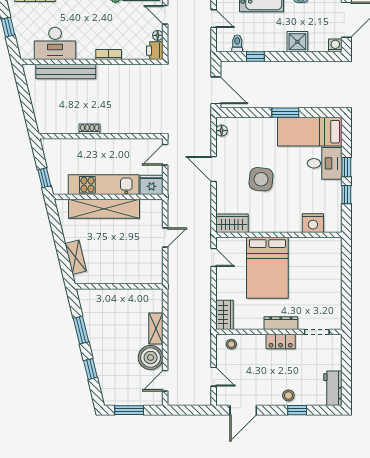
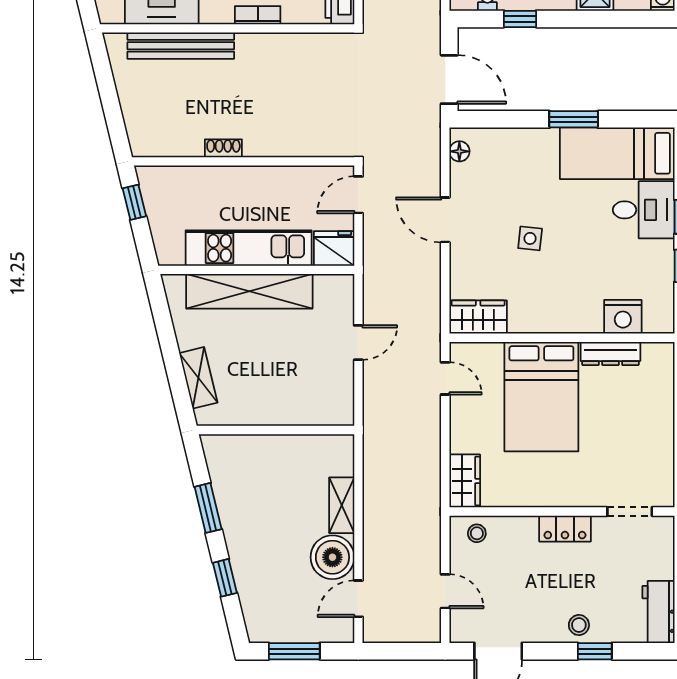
window: (44, 178) -> (134, 202), moved
side table: (261, 179) -> (530, 238), width x0.54, depth x0.54
dresser: (281, 323) -> (610, 354), moved, turned 180

